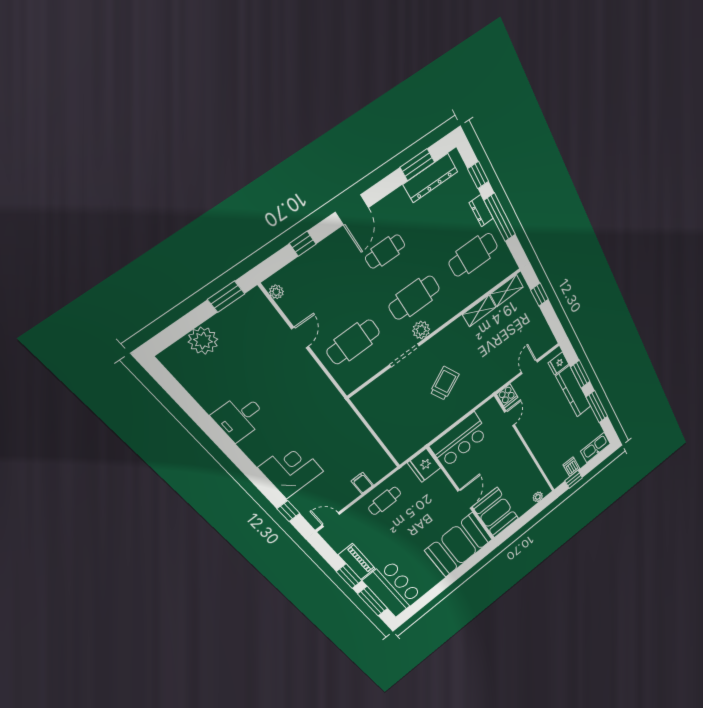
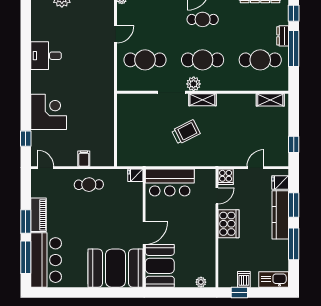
window: (539, 295) -> (294, 144), moved
shelving: (479, 311) -> (202, 100), moved
cooker: (534, 433) -> (229, 224), added
fridge: (424, 465) -> (135, 175), width x0.53, depth x0.75

